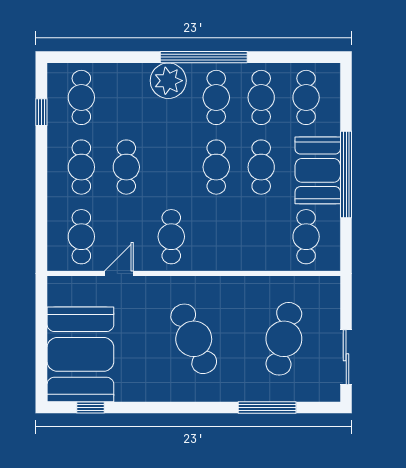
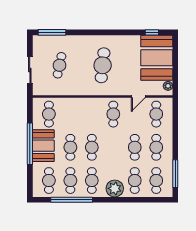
window: (204, 57) -> (72, 200), moved
cafe table: (126, 97) -> (135, 181), added
window: (41, 112) -> (175, 174), width x2.17
plant: (57, 296) -> (168, 86), added
cafe table: (194, 339) -> (103, 65), turned 30
cafe table: (284, 339) -> (60, 65), width x0.73, depth x0.74
sliding door: (346, 357) -> (30, 70), moved
window: (267, 407) -> (52, 32), moved

